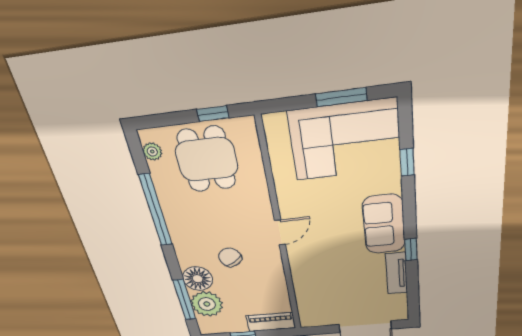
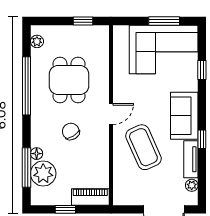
dining table: (207, 159) -> (69, 80), moved
coffee table: (331, 266) -> (143, 147), added
floor lamp: (198, 279) -> (37, 154), width x0.53, depth x0.53
plant: (399, 300) -> (192, 185), added

